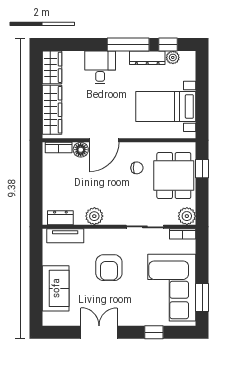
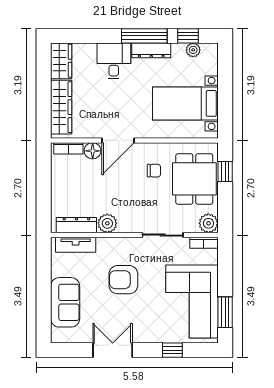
dresser: (147, 58) -> (151, 50), moved
dresser: (60, 218) -> (76, 225), width x1.44
armchair: (109, 268) -> (123, 280), turned 90

